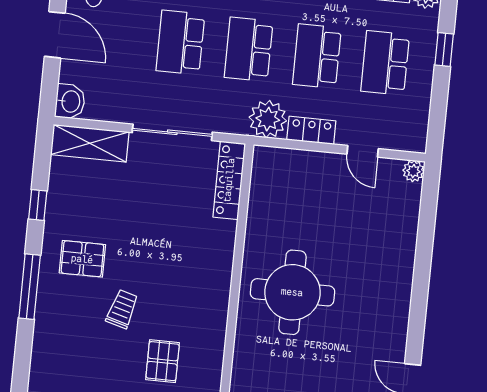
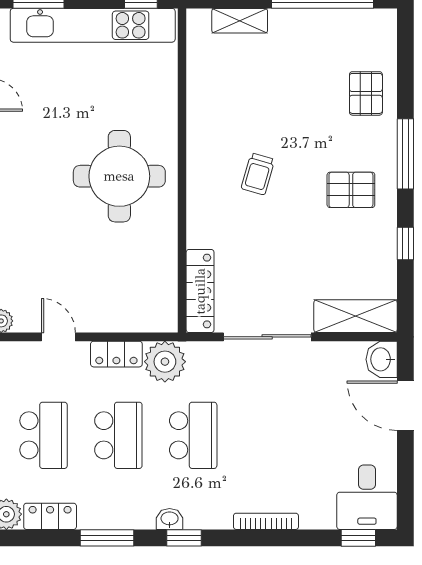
door: (55, 35) -> (405, 406), moved
school desk: (180, 42) -> (268, 435), removed
trolley: (122, 309) -> (258, 174), moved
pallet: (163, 361) -> (366, 93), moved

